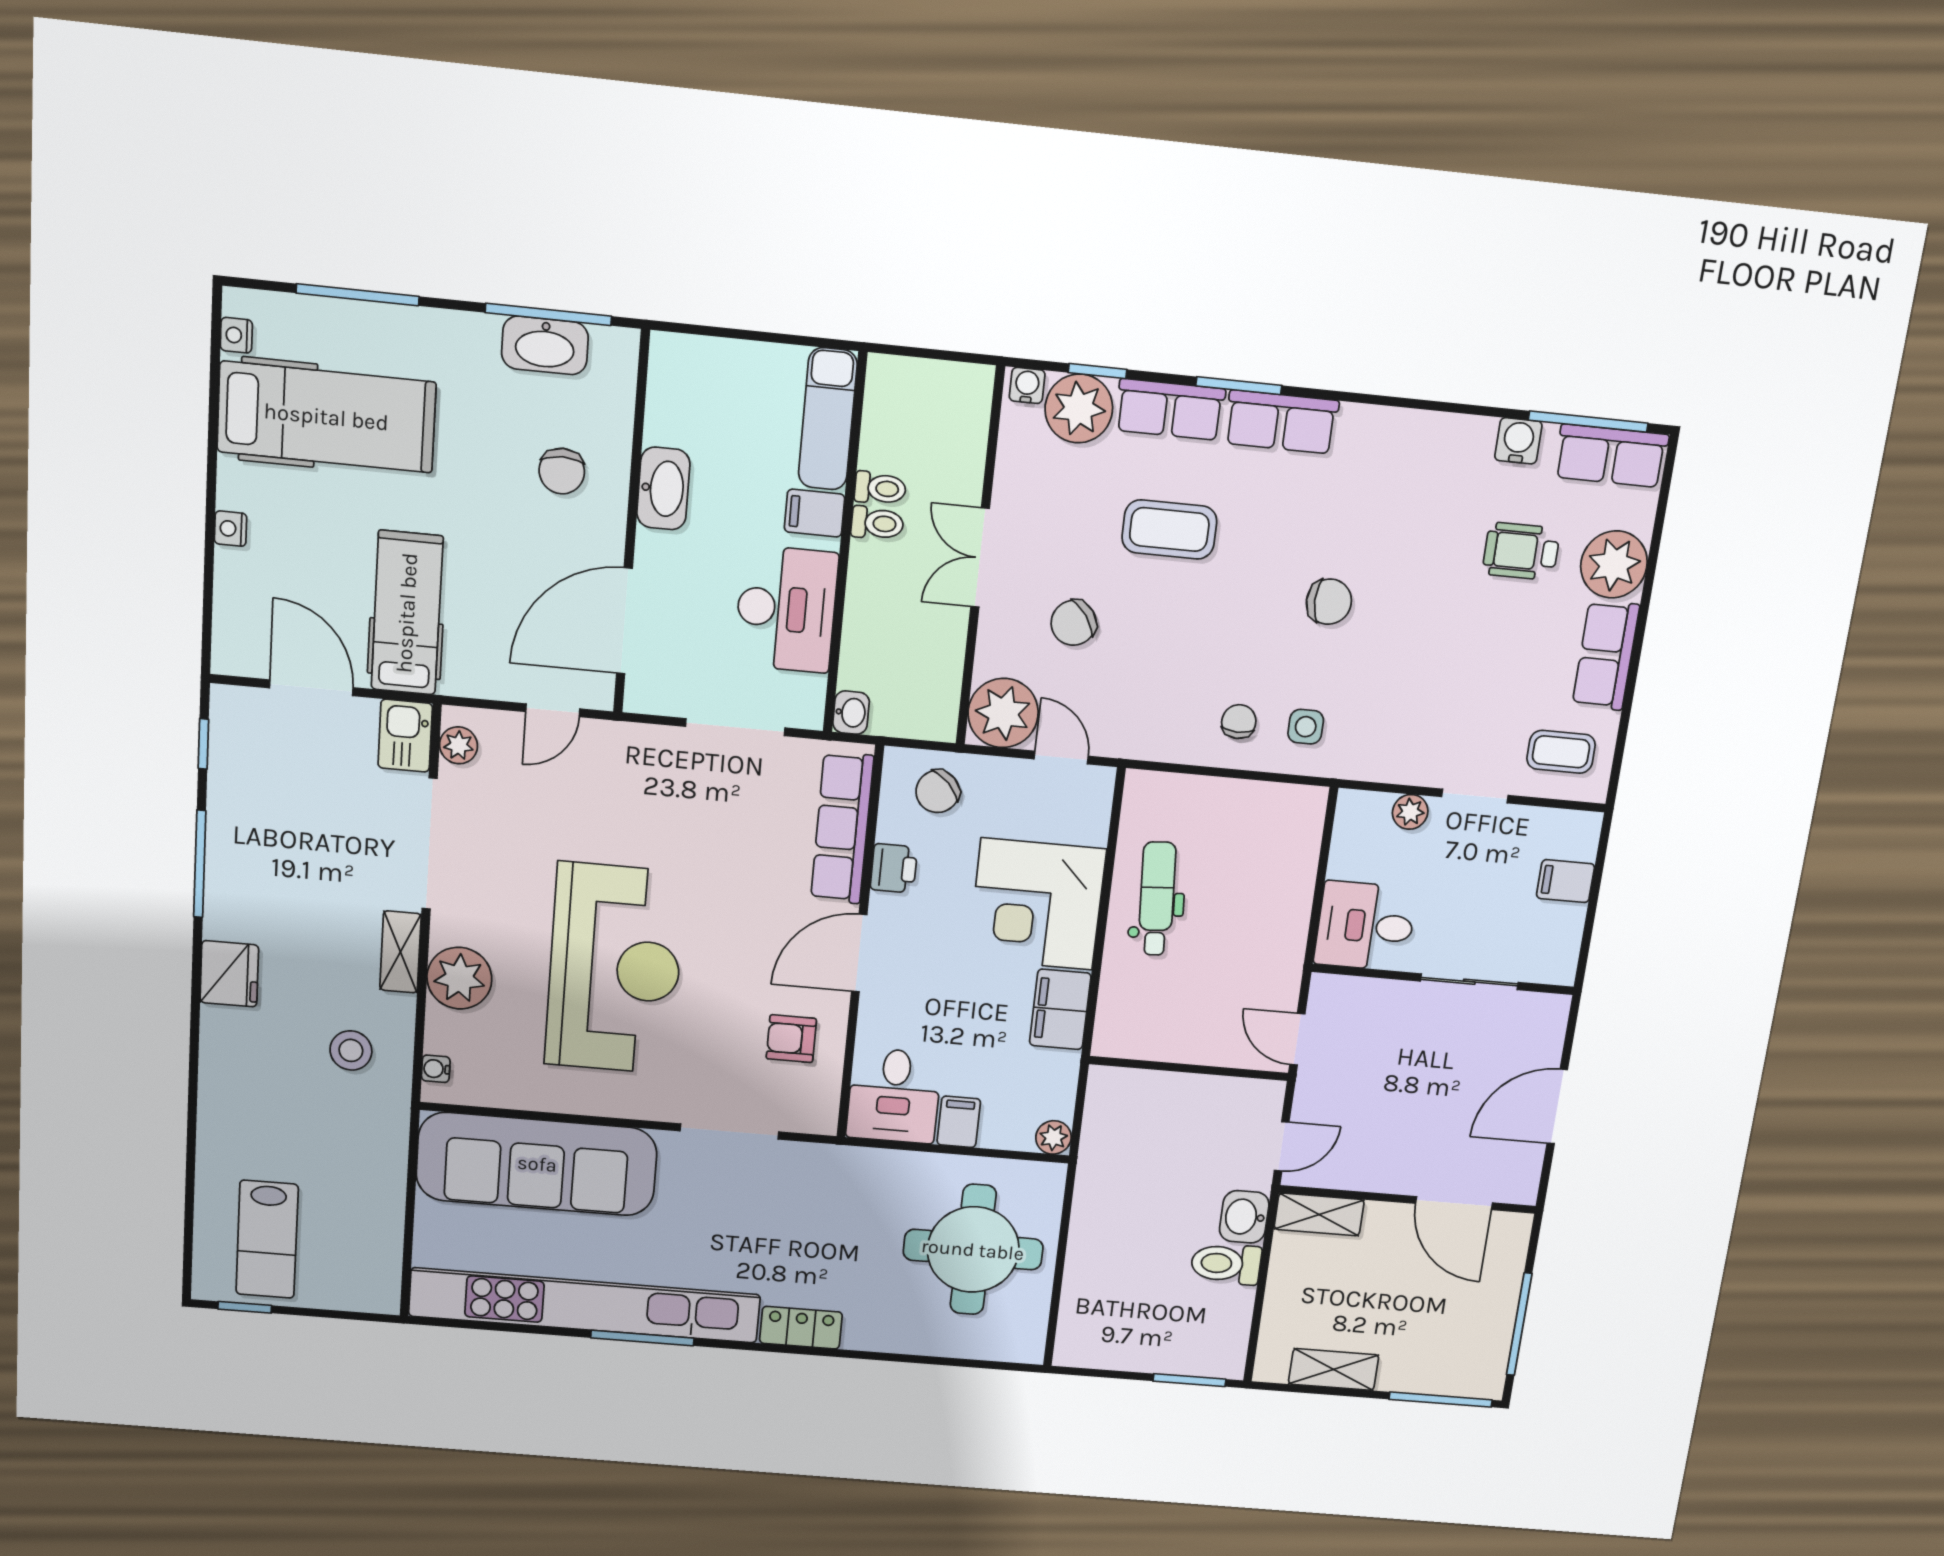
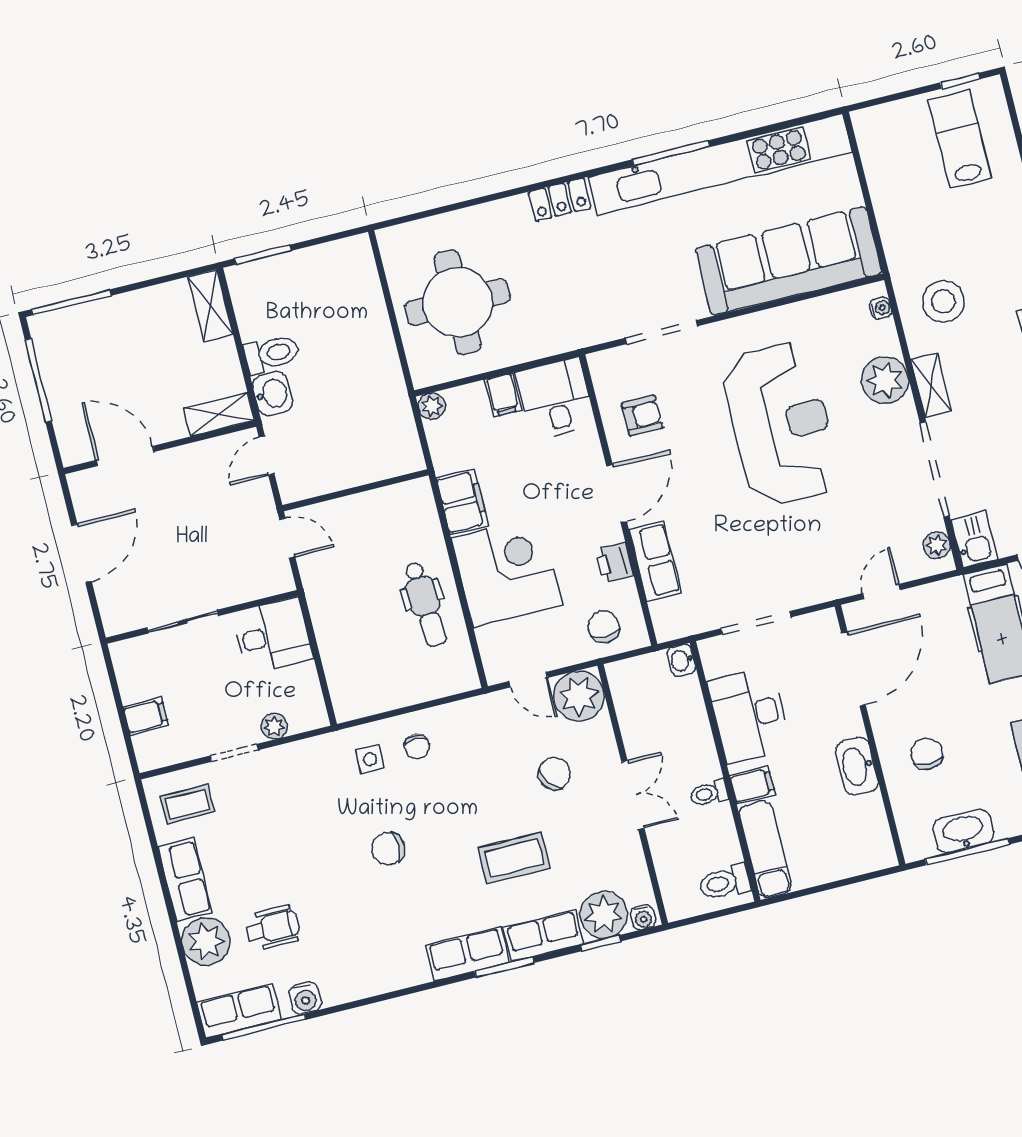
toilet: (880, 488) -> (724, 883), moved, width x1.37, depth x1.39
chair: (938, 791) -> (604, 627), turned -46
row of seats: (842, 828) -> (655, 561), width x0.68
reception desk: (615, 969) -> (781, 424), turned 180
stool: (351, 1050) -> (943, 301), width x1.38, depth x1.38
shelving: (1334, 1369) -> (210, 305), moved, turned 90

